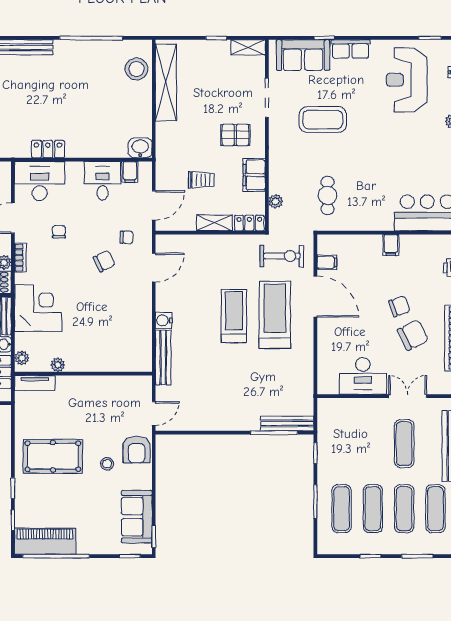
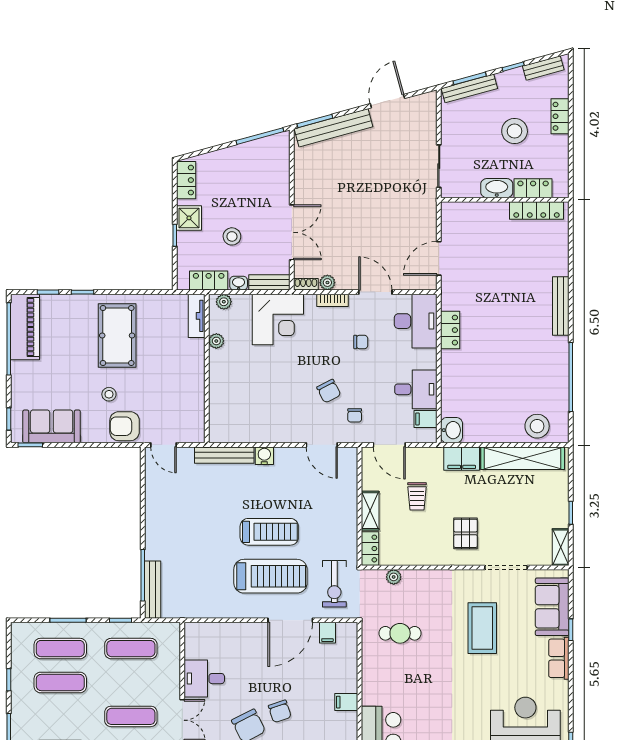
filing cabinet: (254, 175) -> (462, 459), moved, turned 180
desk: (363, 376) -> (204, 679), width x0.73
exercise mat: (404, 509) -> (131, 649), moved

